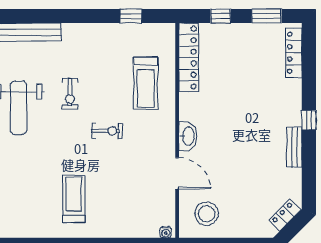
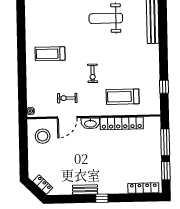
window: (221, 16) -> (165, 142), width x2.17
locker: (189, 58) -> (122, 123), moved
exercise bike: (70, 93) -> (67, 98), moved
treadmill: (74, 199) -> (50, 54), turned 180

